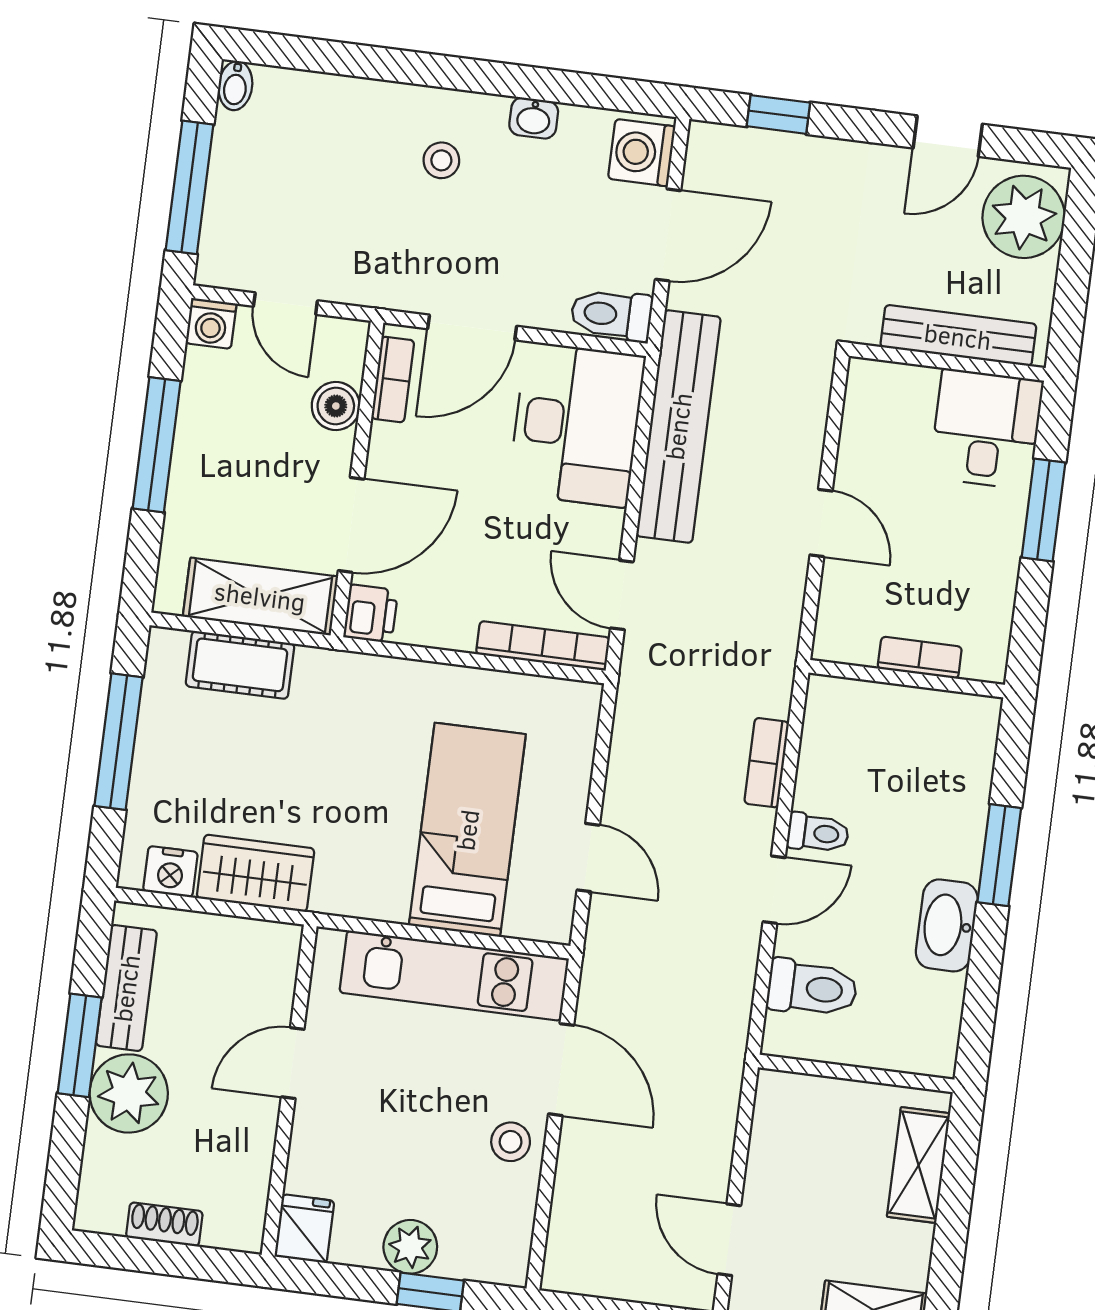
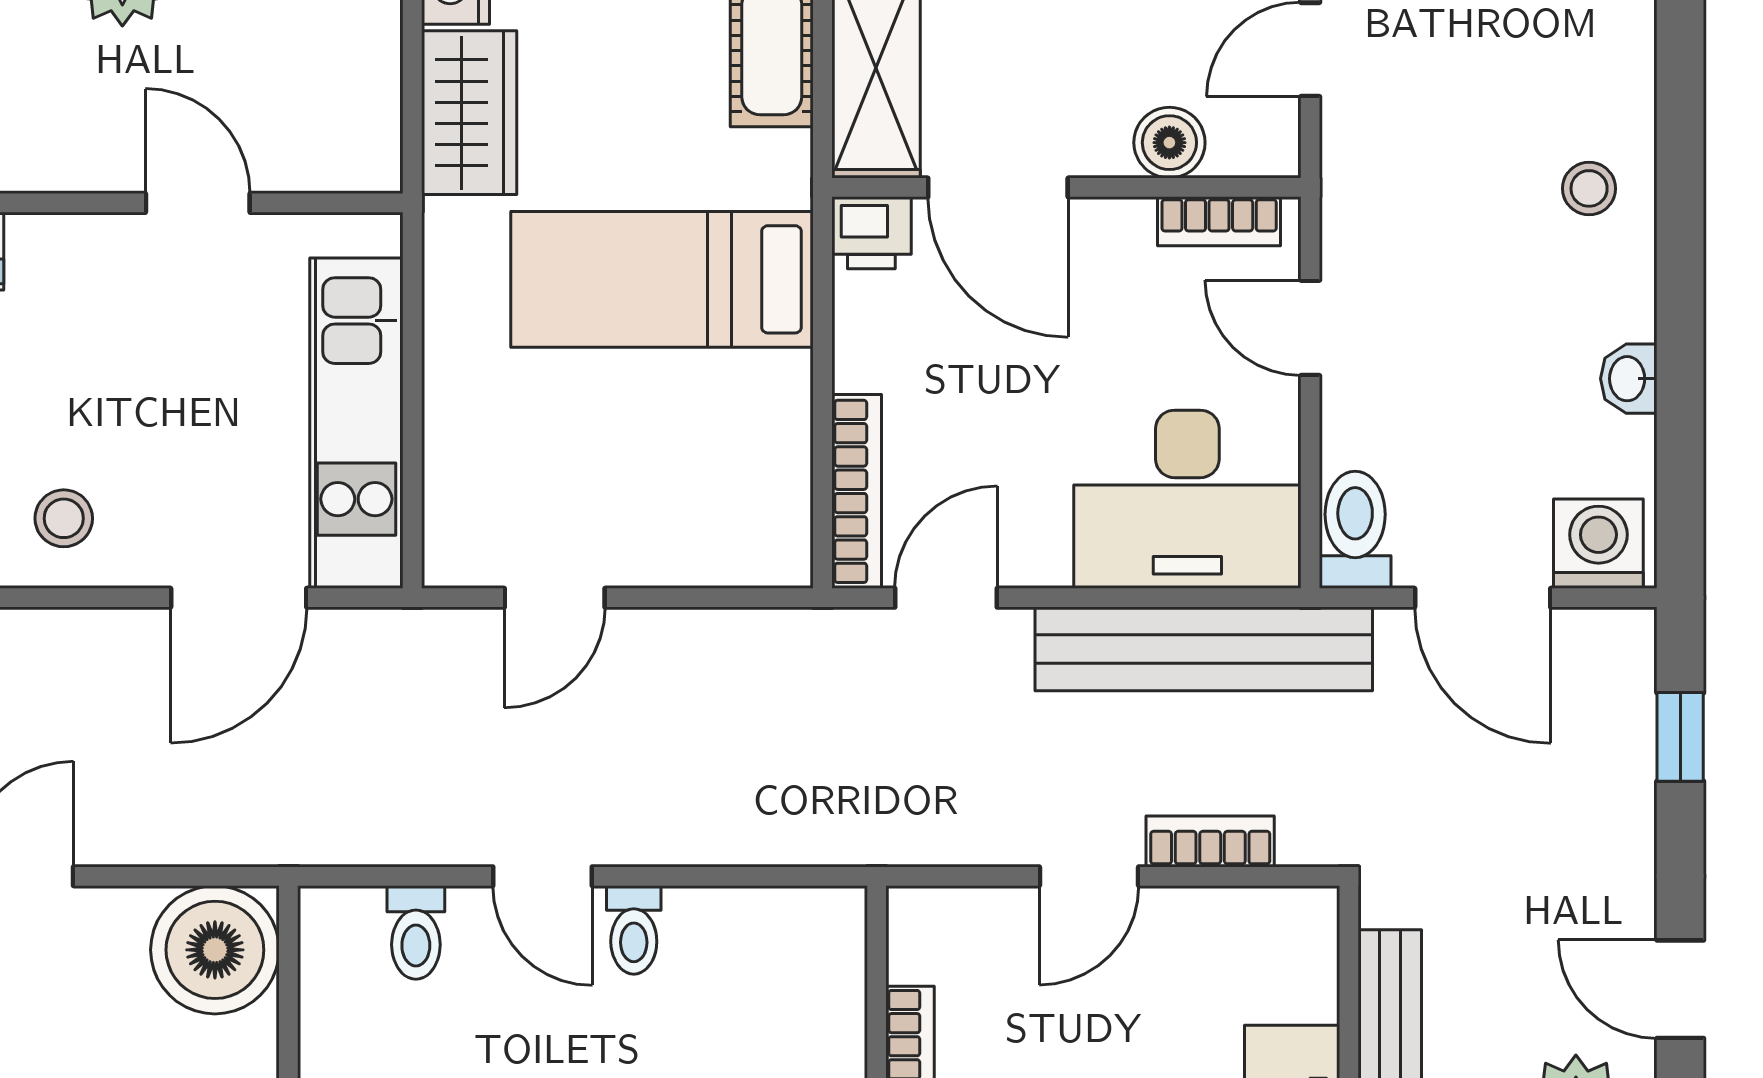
stool: (441, 160) -> (1589, 188), moved
door: (472, 327) -> (1310, 328), width x0.73
bookcase: (767, 763) -> (1210, 841), moved
bed: (467, 830) -> (662, 279), moved, turned 180
toilet: (812, 988) -> (416, 932), width x0.73, depth x0.72
boiler: (795, 1116) -> (215, 950), added
stool: (511, 1142) -> (64, 518), moved

